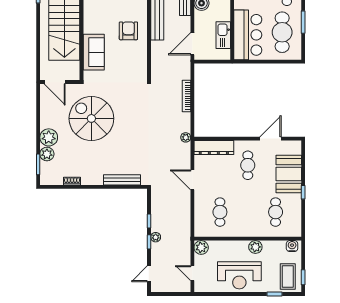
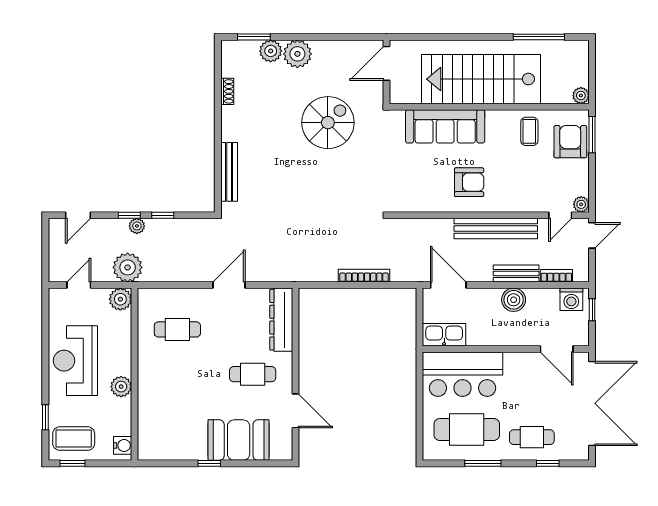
kitchen sink: (223, 35) -> (444, 335), moved
sofa: (94, 52) -> (445, 126), width x1.36
spiral stairs: (91, 118) -> (328, 123), width x0.73, depth x0.73
plant: (186, 137) -> (128, 267), moved, width x1.88, depth x1.88
cafe table: (276, 212) -> (177, 419), removed
door: (149, 274) -> (78, 215), swing flipped

